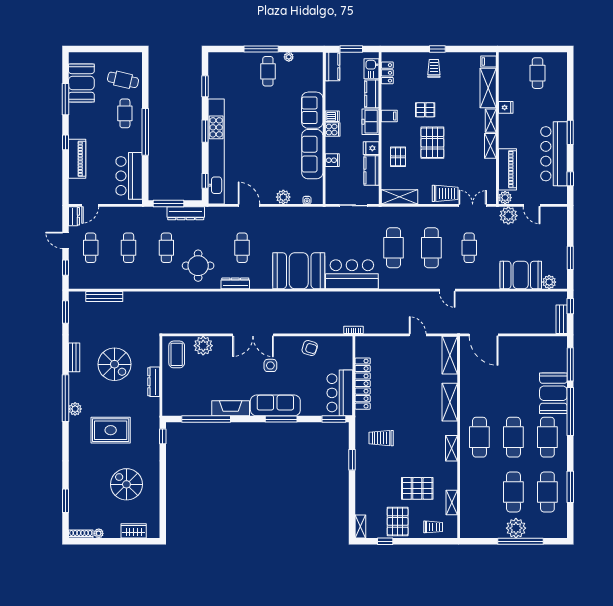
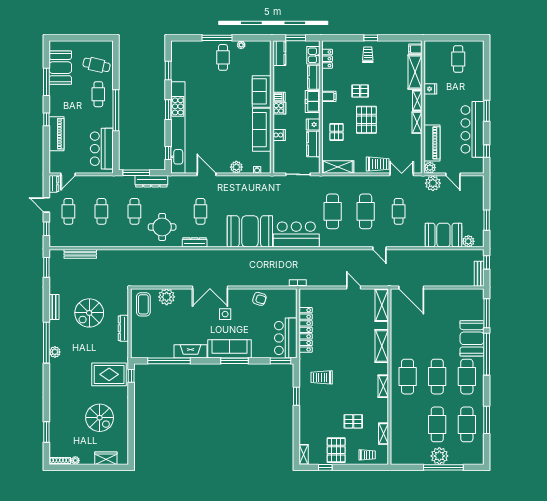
spiral stairs: (115, 364) -> (89, 313), turned 90
rug: (111, 430) -> (109, 374), moved
spiral stairs: (126, 484) -> (100, 418), turned 180
pallet: (417, 488) -> (353, 421), width x0.67, depth x0.71

